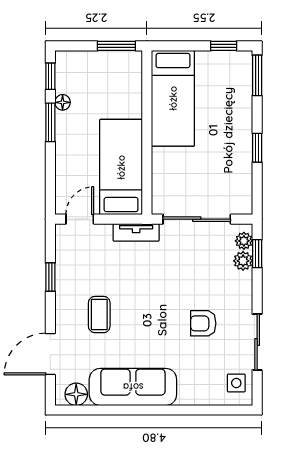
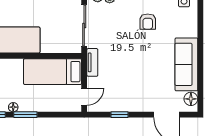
door: (80, 219) -> (84, 97), swing flipped
coffee table: (99, 315) -> (142, 85), removed

